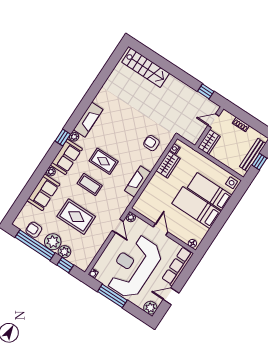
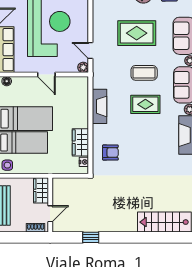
door: (213, 121) -> (50, 214), moved
wall: (209, 127) -> (50, 205), moved
wardrobe: (209, 142) -> (41, 190), moved

